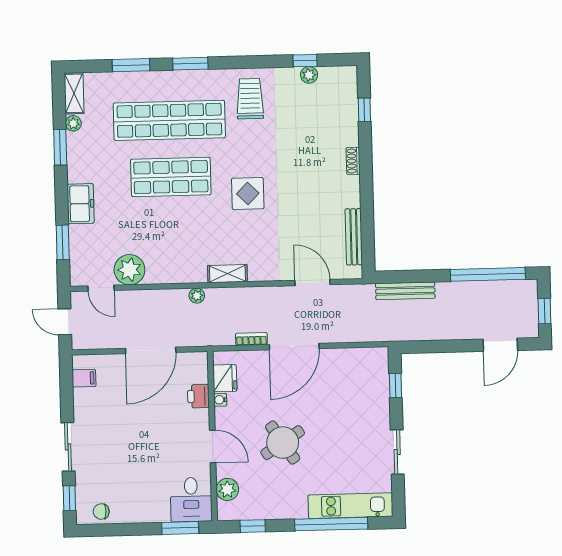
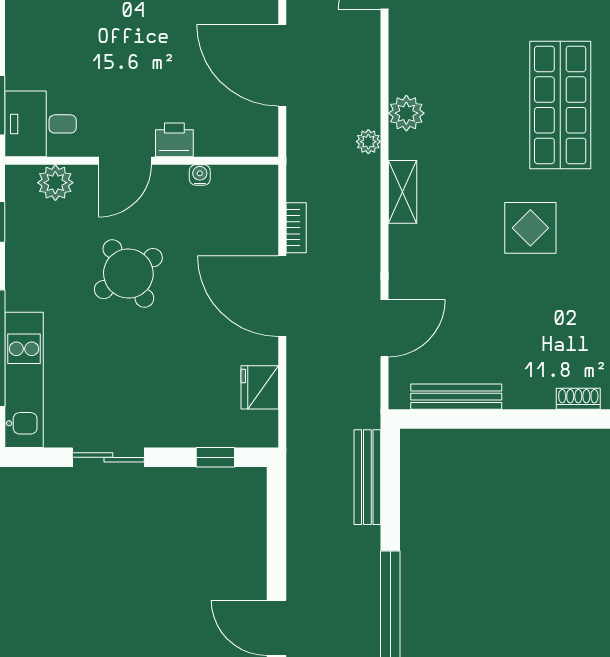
plant: (129, 270) -> (406, 113), moved, width x0.73, depth x0.73
fridge: (225, 378) -> (260, 387), moved, turned 90
printer: (198, 396) -> (174, 140), moved

